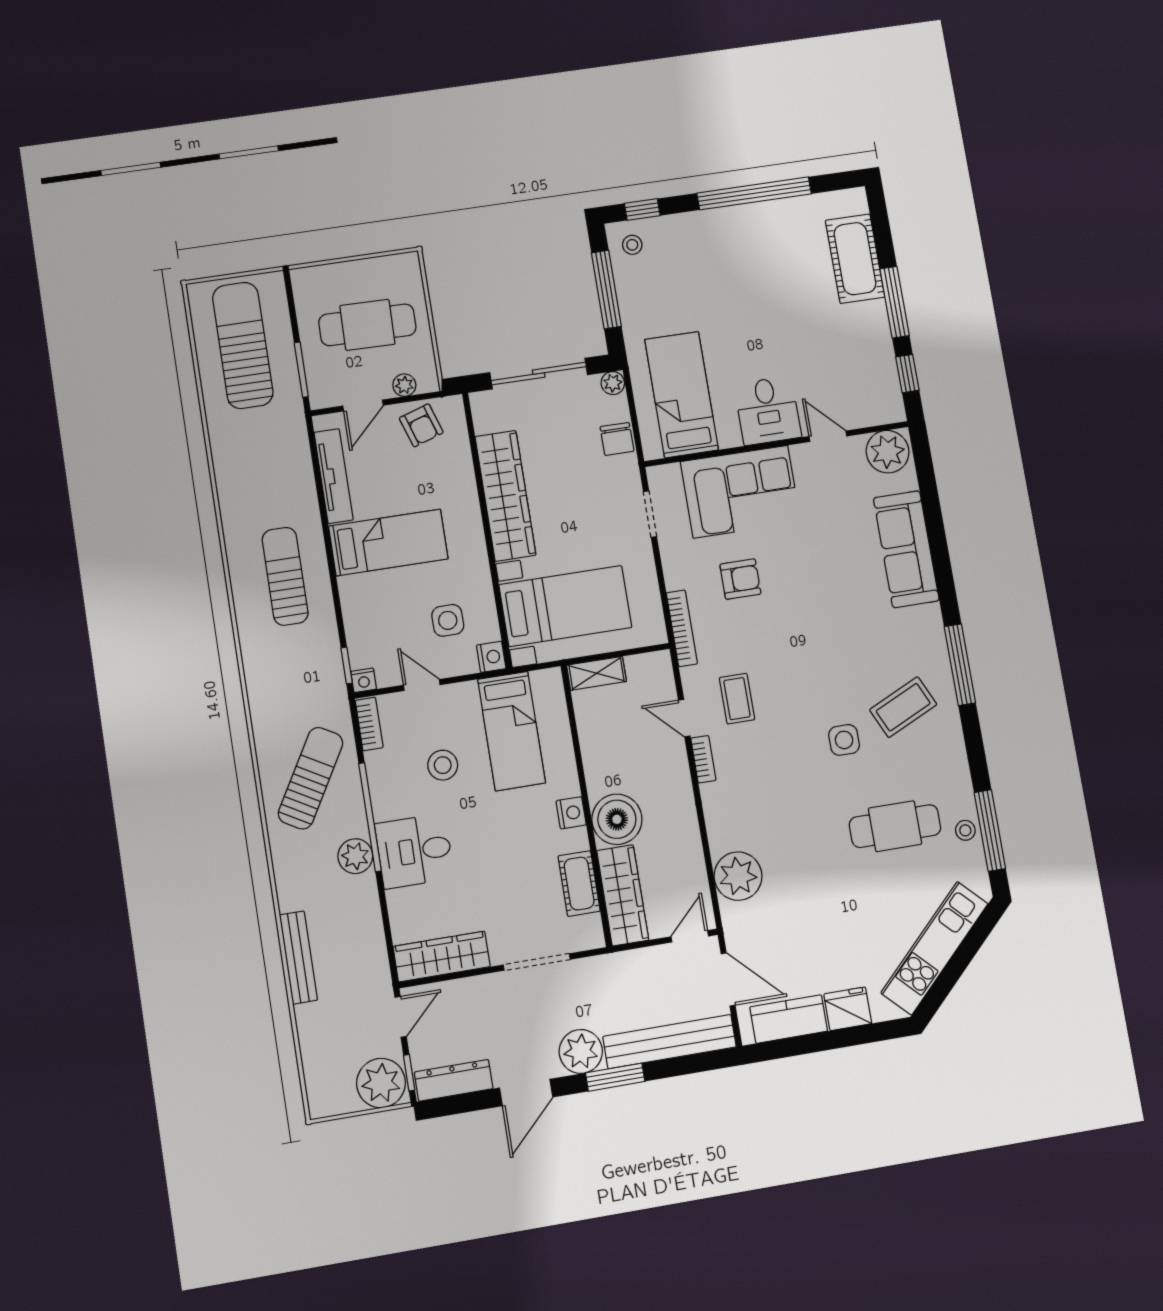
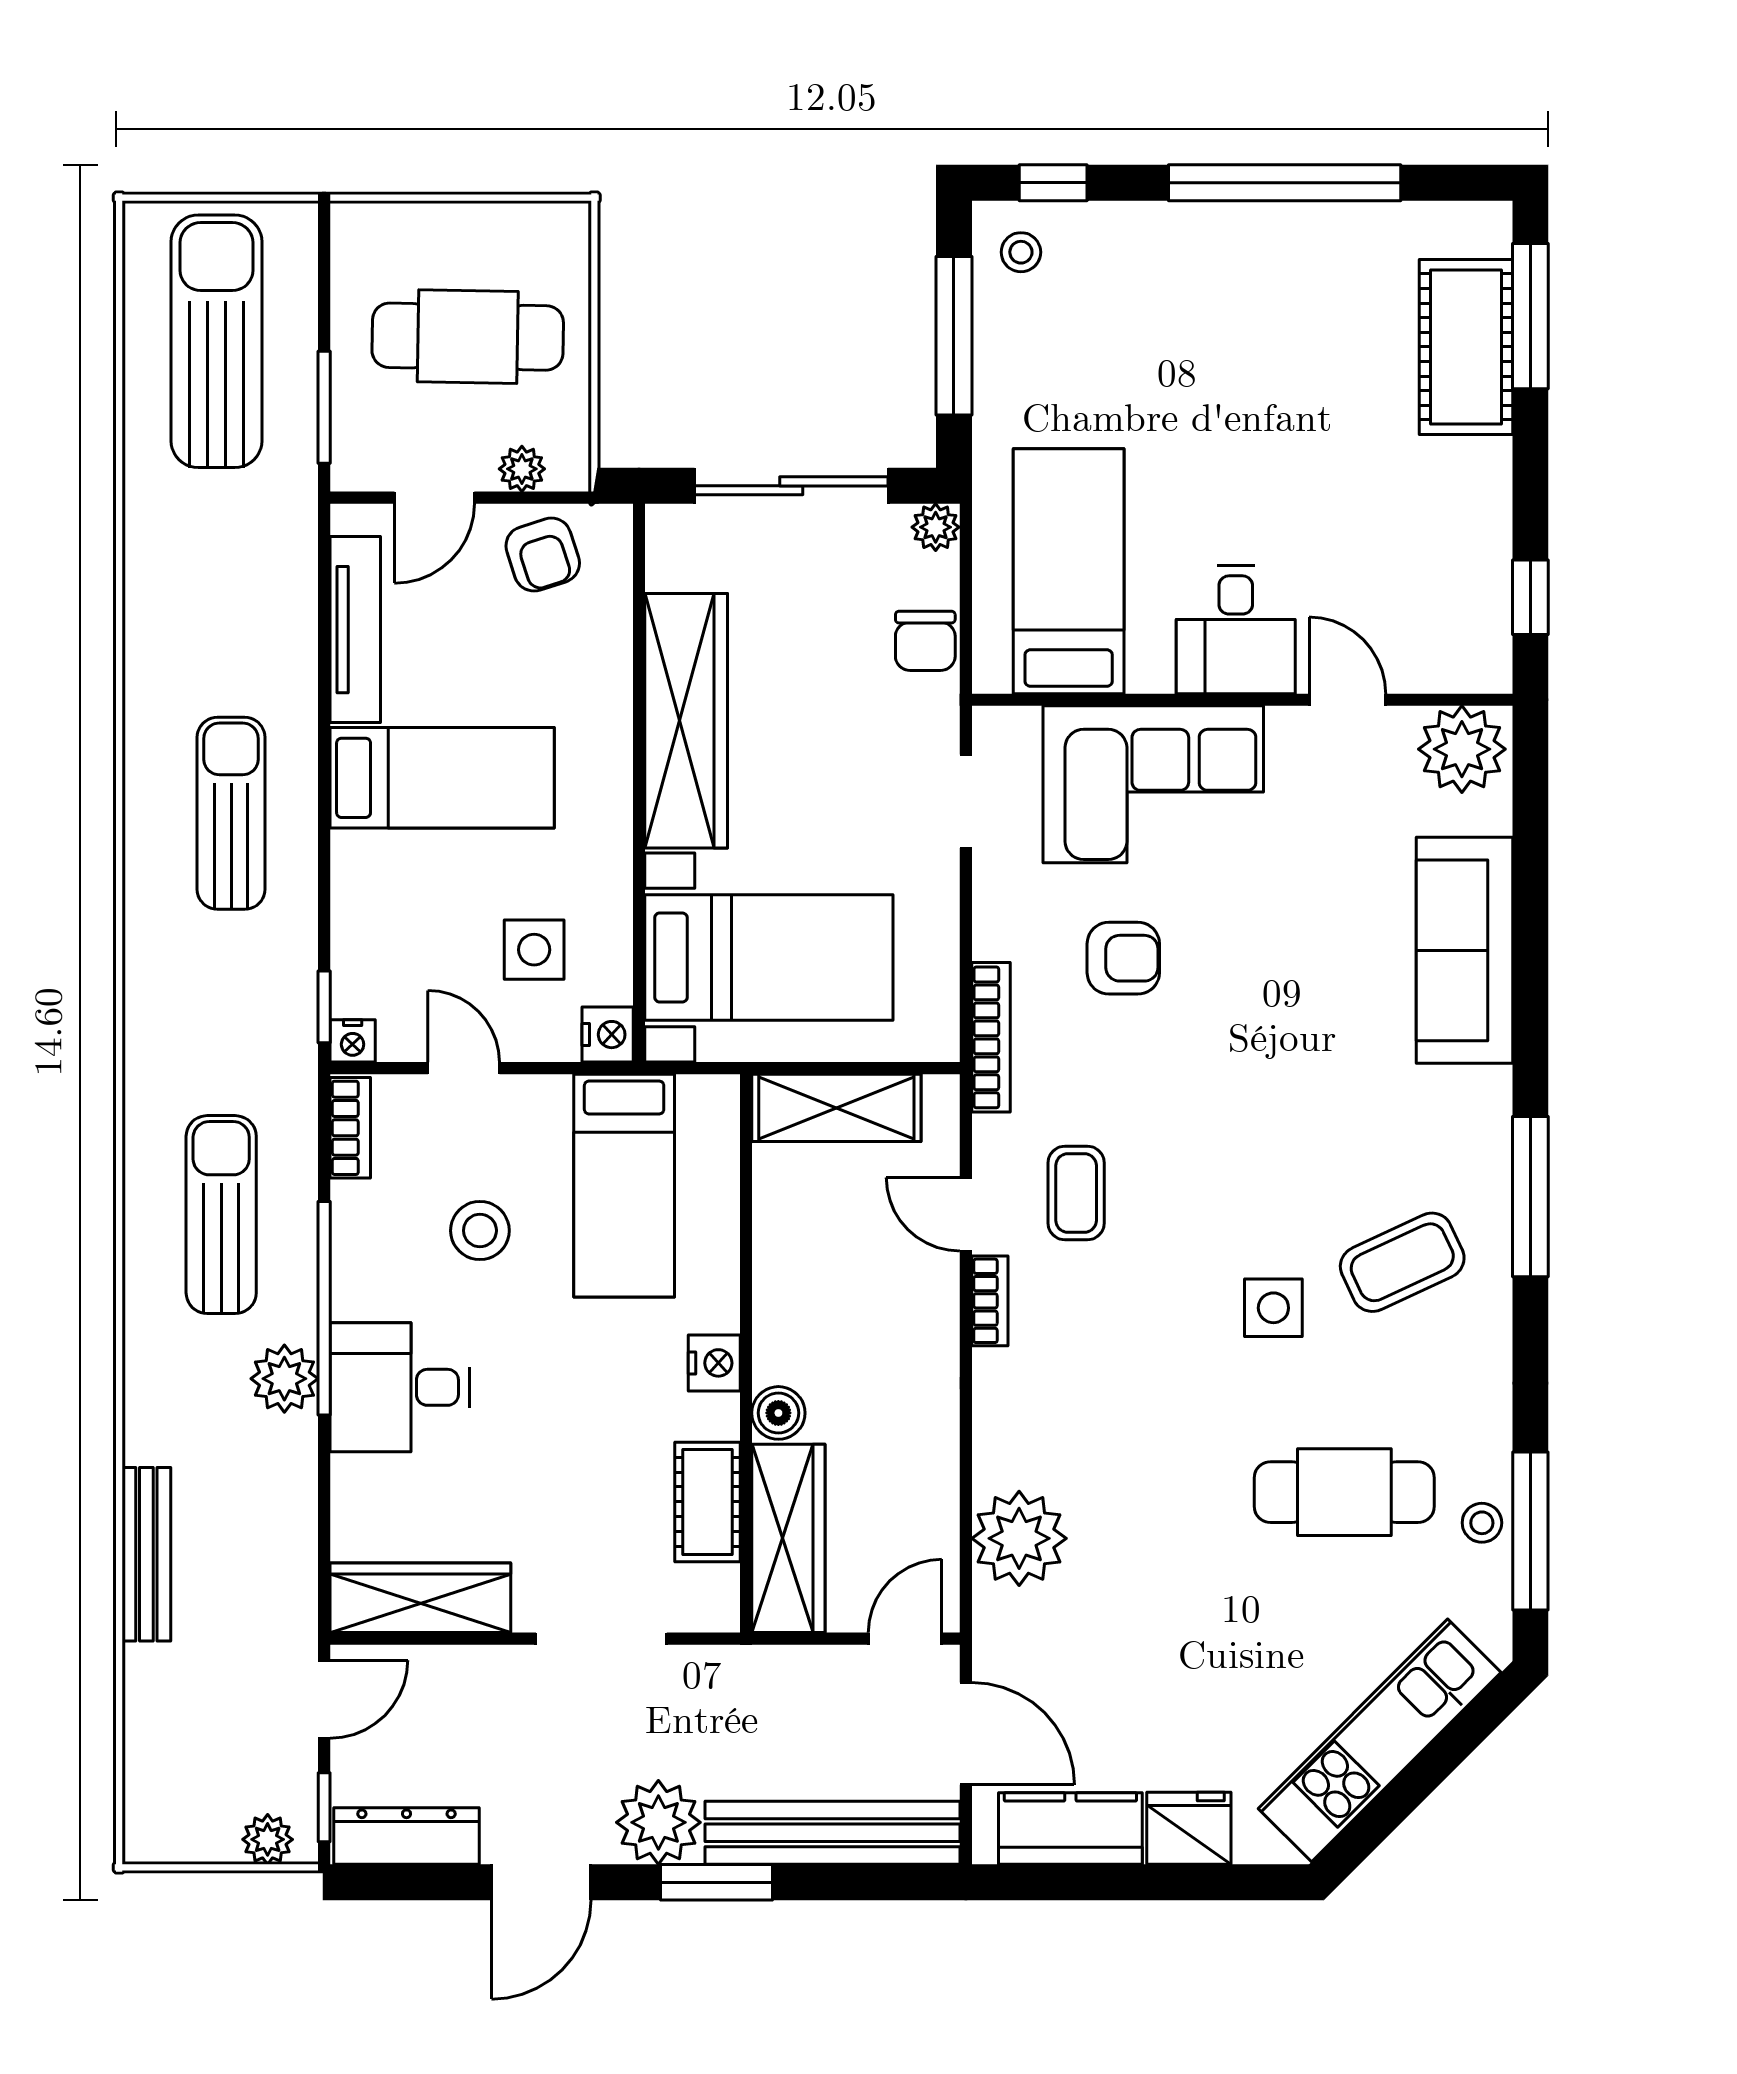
window: (895, 302) -> (1530, 316), moved
shelving: (596, 673) -> (836, 1108), width x1.50, depth x1.33
sun lounger: (311, 778) -> (221, 1215), turned -30
boiler: (617, 819) -> (778, 1413), width x0.54, depth x0.54
plant: (381, 1083) -> (268, 1839), width x0.53, depth x0.53

